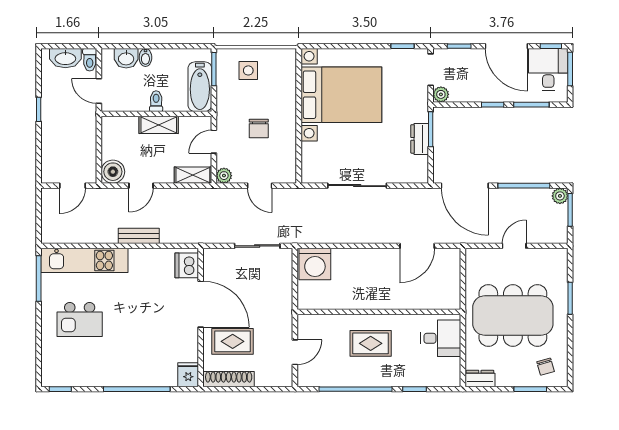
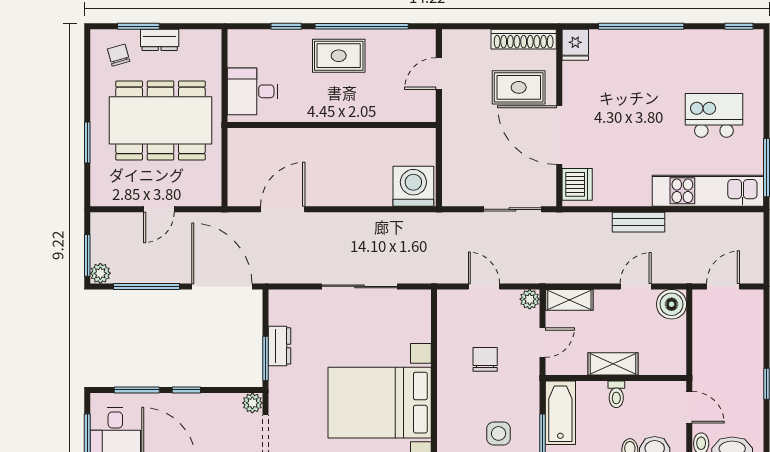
sliding door: (257, 246) -> (512, 209), moved
rug: (371, 343) -> (339, 56), moved
dresser: (480, 379) -> (160, 40), moved

